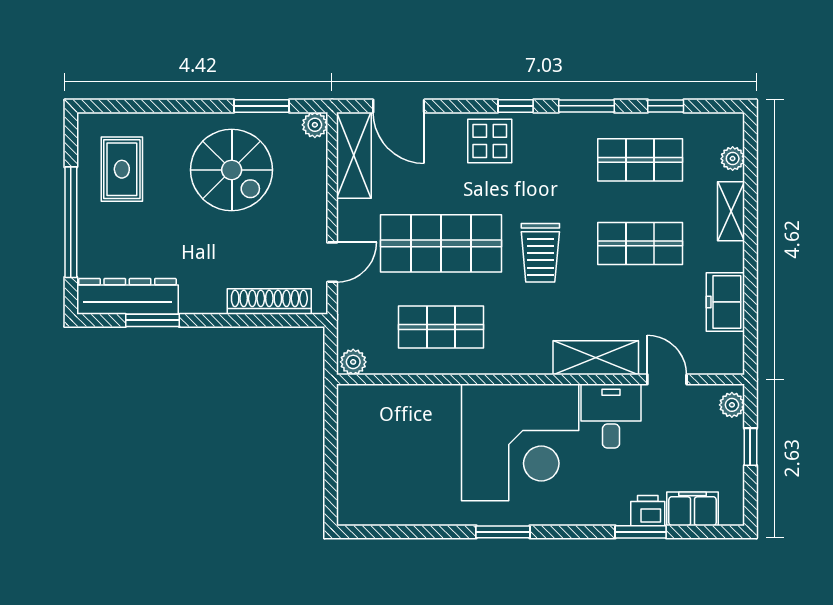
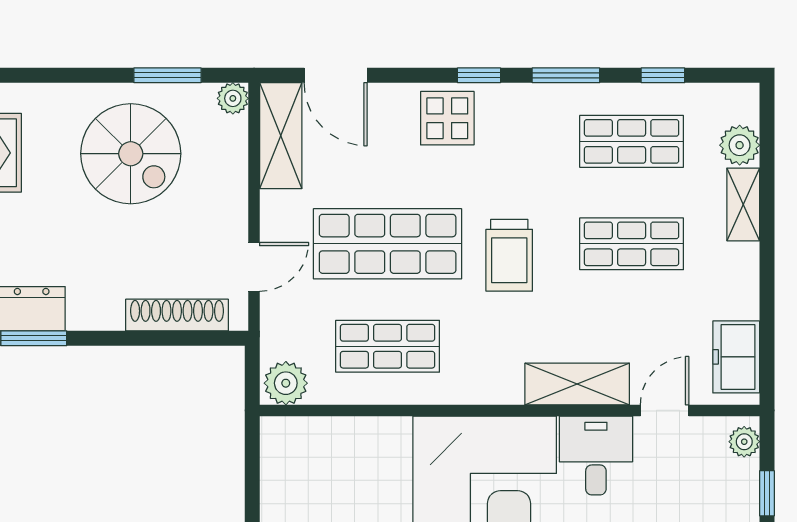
plant: (733, 159) -> (740, 145), width x1.38, depth x1.38
freezer: (725, 302) -> (736, 357), moved
plant: (353, 362) -> (286, 383), width x1.38, depth x1.38
door: (667, 379) -> (665, 410), hinge flipped

